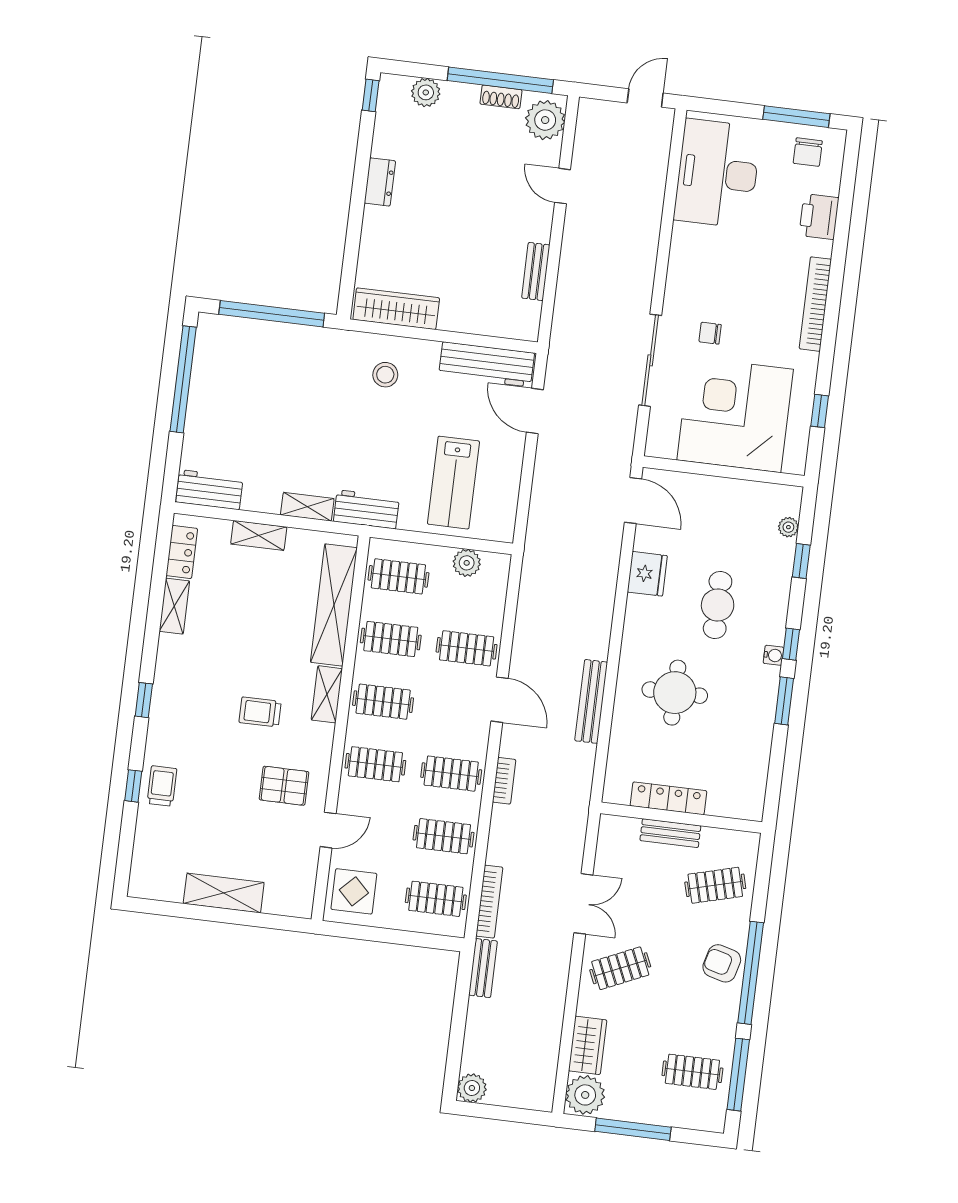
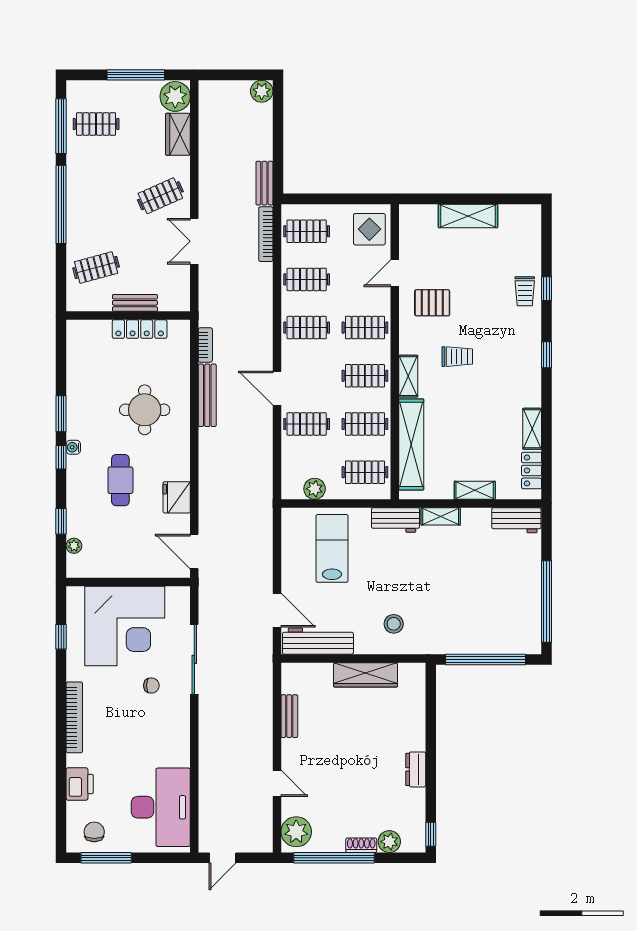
shoe rack: (501, 97) -> (361, 845), moved
wardrobe: (396, 309) -> (366, 675), moved
bookcase: (504, 781) -> (205, 345), moved, turned 180
armchair: (722, 963) -> (84, 209), removed

